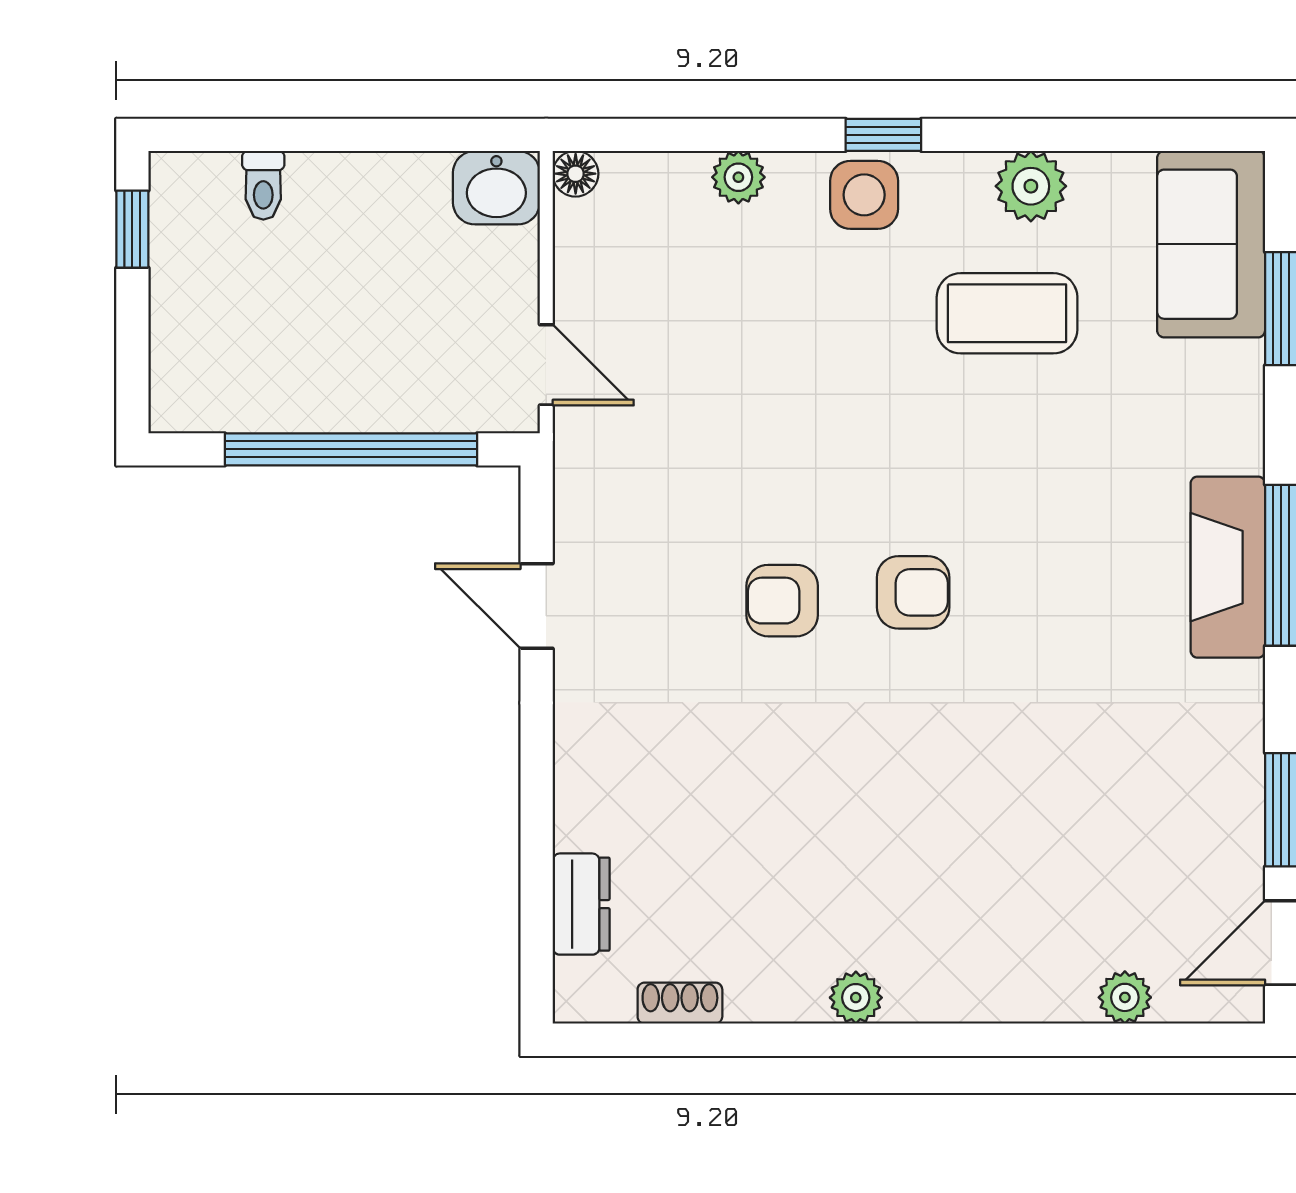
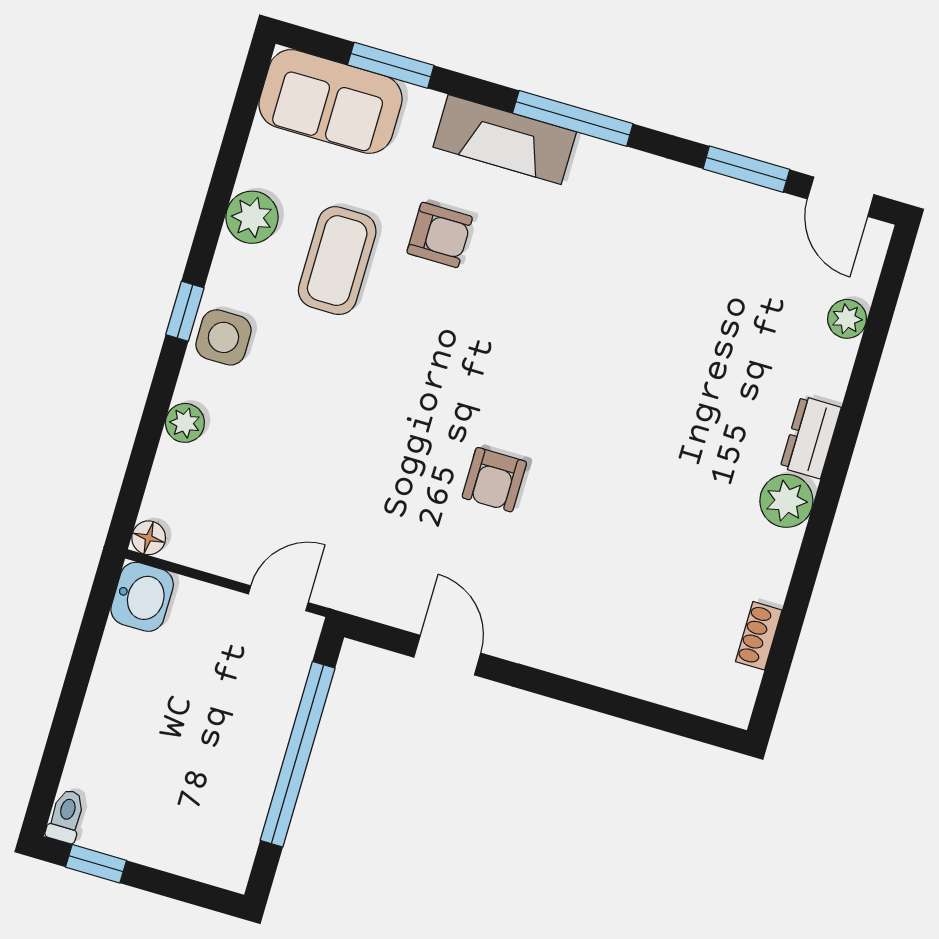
toilet: (263, 185) -> (66, 816), moved, turned -90
fireplace: (1228, 567) -> (505, 140), moved
armchair: (913, 592) -> (440, 235), moved, turned 90
door: (537, 606) -> (447, 655), swing flipped
dresser: (581, 904) -> (811, 437), moved, turned -90
plant: (856, 998) -> (786, 501), width x1.38, depth x1.38

